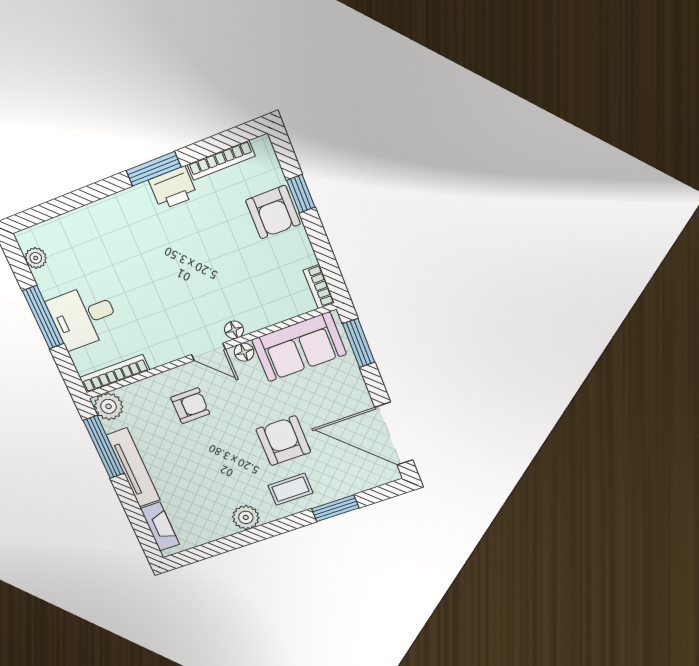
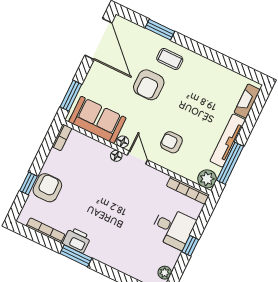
window: (43, 317) -> (190, 246), width x0.46
plant: (246, 517) -> (204, 66), removed

